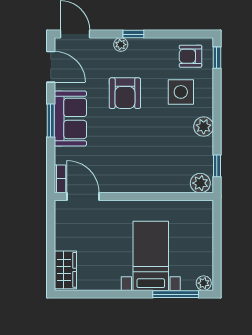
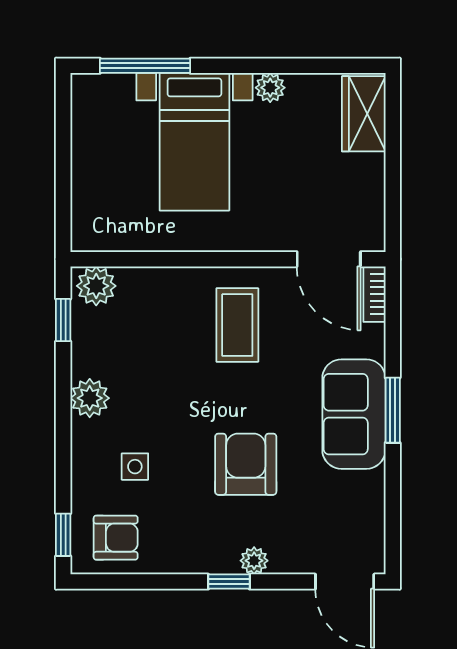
door: (51, 67) -> (393, 517), removed
side table: (181, 92) -> (135, 467), width x0.54, depth x0.54
coffee table: (129, 163) -> (237, 325), added
plant: (204, 283) -> (270, 88), moved

